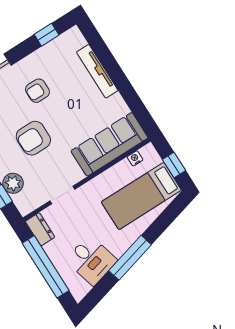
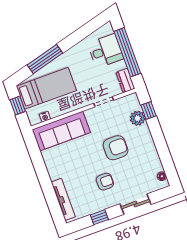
window: (47, 35) -> (99, 217), moved
tv unit: (97, 71) -> (63, 199), moved
window: (130, 258) -> (45, 59), moved
desk: (91, 260) -> (106, 51), moved, turned 105

